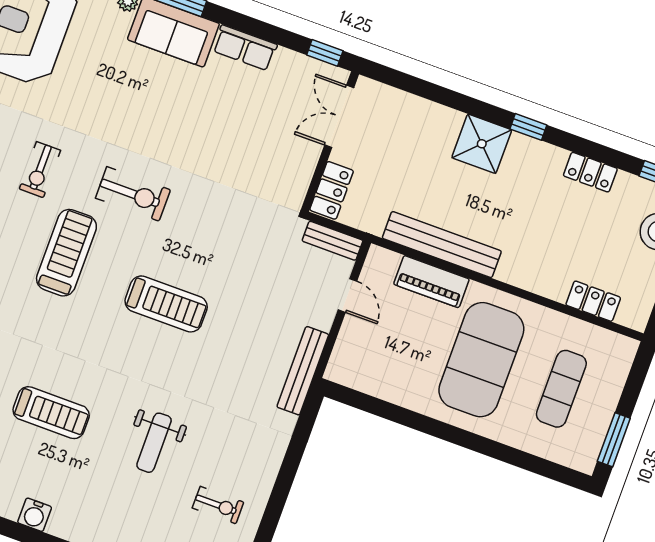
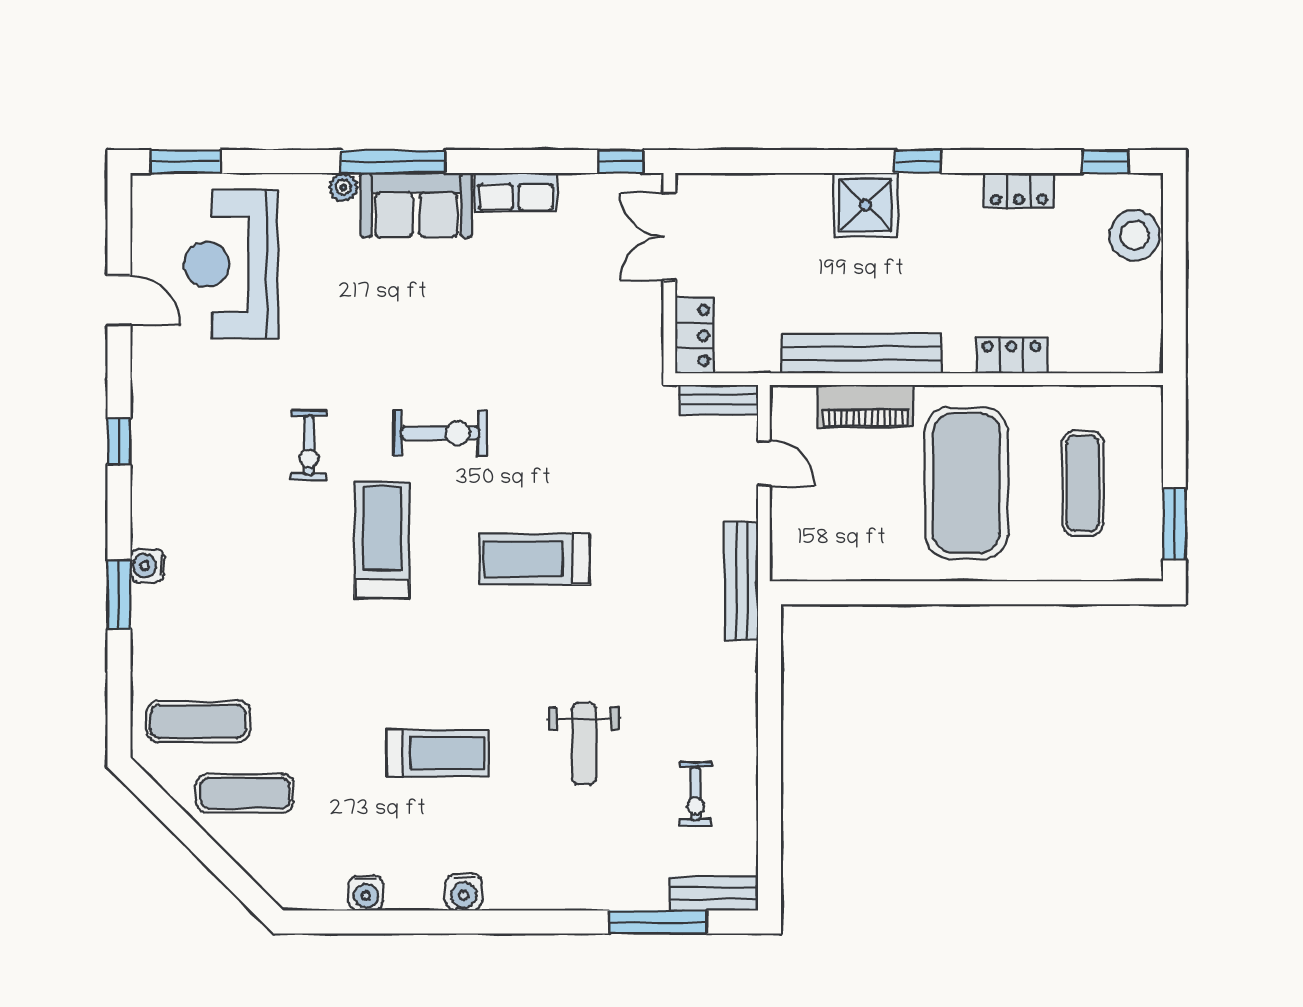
locker: (593, 301) -> (1012, 355), moved
treadmill: (166, 304) -> (534, 559), turned 180
exercise bike: (218, 505) -> (695, 794), turned 90

